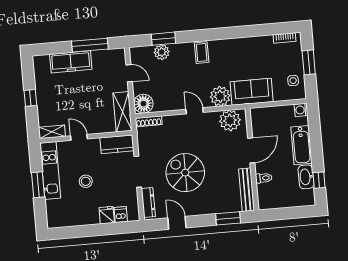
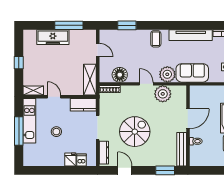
tv unit: (245, 44) -> (191, 35), added
plant: (162, 52) -> (125, 36), removed
floor lamp: (143, 104) -> (120, 75), moved
plant: (230, 120) -> (163, 94), moved
spiral stairs: (185, 173) -> (135, 132), turned 90
window: (38, 185) -> (19, 131), width x1.44

